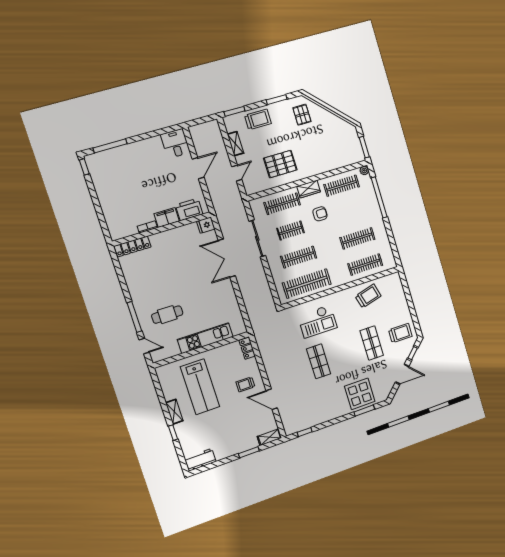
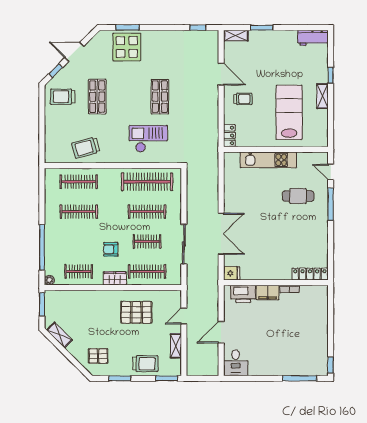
pallet: (302, 115) -> (98, 356), turned 90
trolley: (258, 119) -> (145, 364), turned 180
shelving: (341, 124) -> (59, 335), added
clothes rail: (342, 186) -> (79, 271), width x0.73

